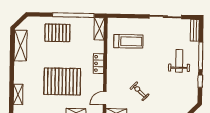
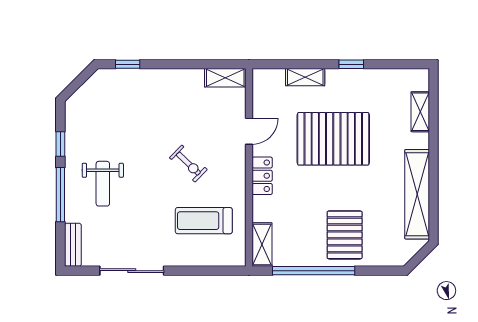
pallet: (57, 33) -> (345, 235), turned 90
shelving: (21, 46) -> (417, 194), width x1.47
exercise bike: (140, 91) -> (188, 164), moved
door: (105, 98) -> (249, 131), moved

